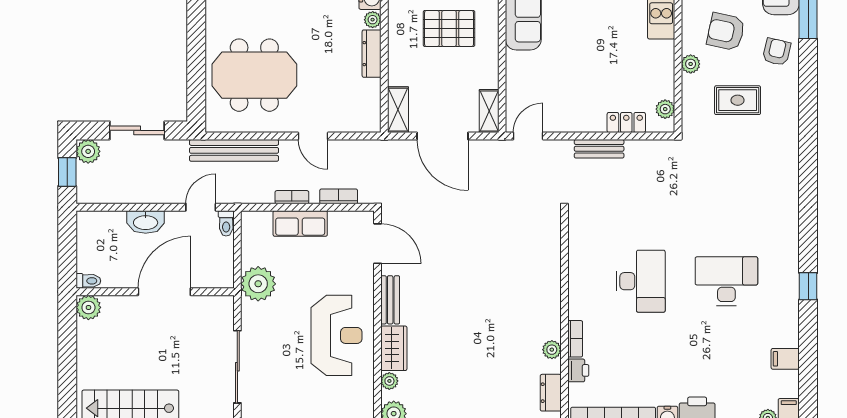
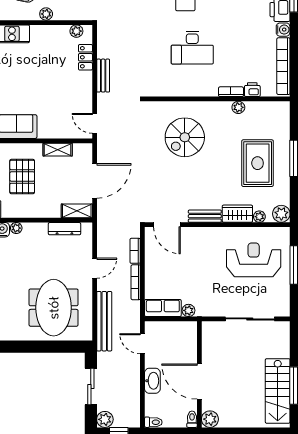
dresser: (372, 54) -> (64, 229), moved
shelving: (489, 111) -> (58, 150), moved
bookcase: (292, 197) -> (136, 282), width x1.56
toilet: (226, 223) -> (153, 422), moved
row of seats: (300, 223) -> (163, 308), moved, turned -90
door: (378, 244) -> (167, 225), swing flipped
spiral stairs: (507, 270) -> (185, 137), added
desk: (641, 281) -> (192, 48), turned 180
plant: (258, 284) -> (188, 310), width x0.53, depth x0.53
door: (164, 292) -> (199, 382), moved
reception desk: (337, 335) -> (254, 260), moved
rug: (469, 378) -> (258, 163), added
dresser: (551, 393) -> (267, 108), removed

